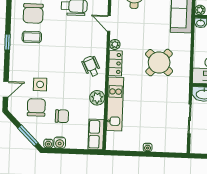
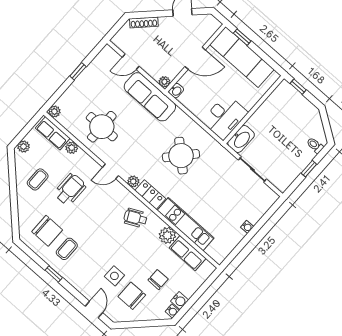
row of seats: (96, 134) -> (188, 253), moved
window: (28, 135) -> (150, 323), removed

